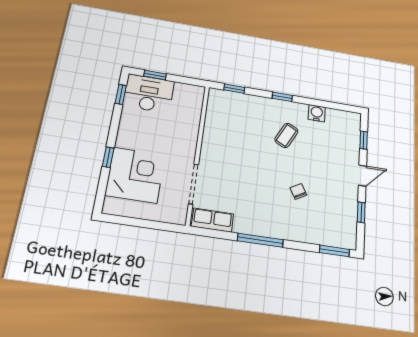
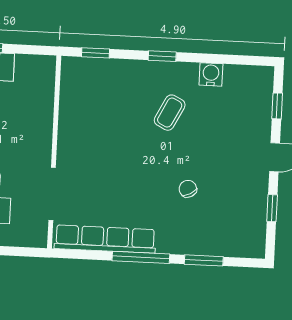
row of seats: (213, 220) -> (105, 239), width x2.02
window: (334, 251) -> (204, 260), moved

